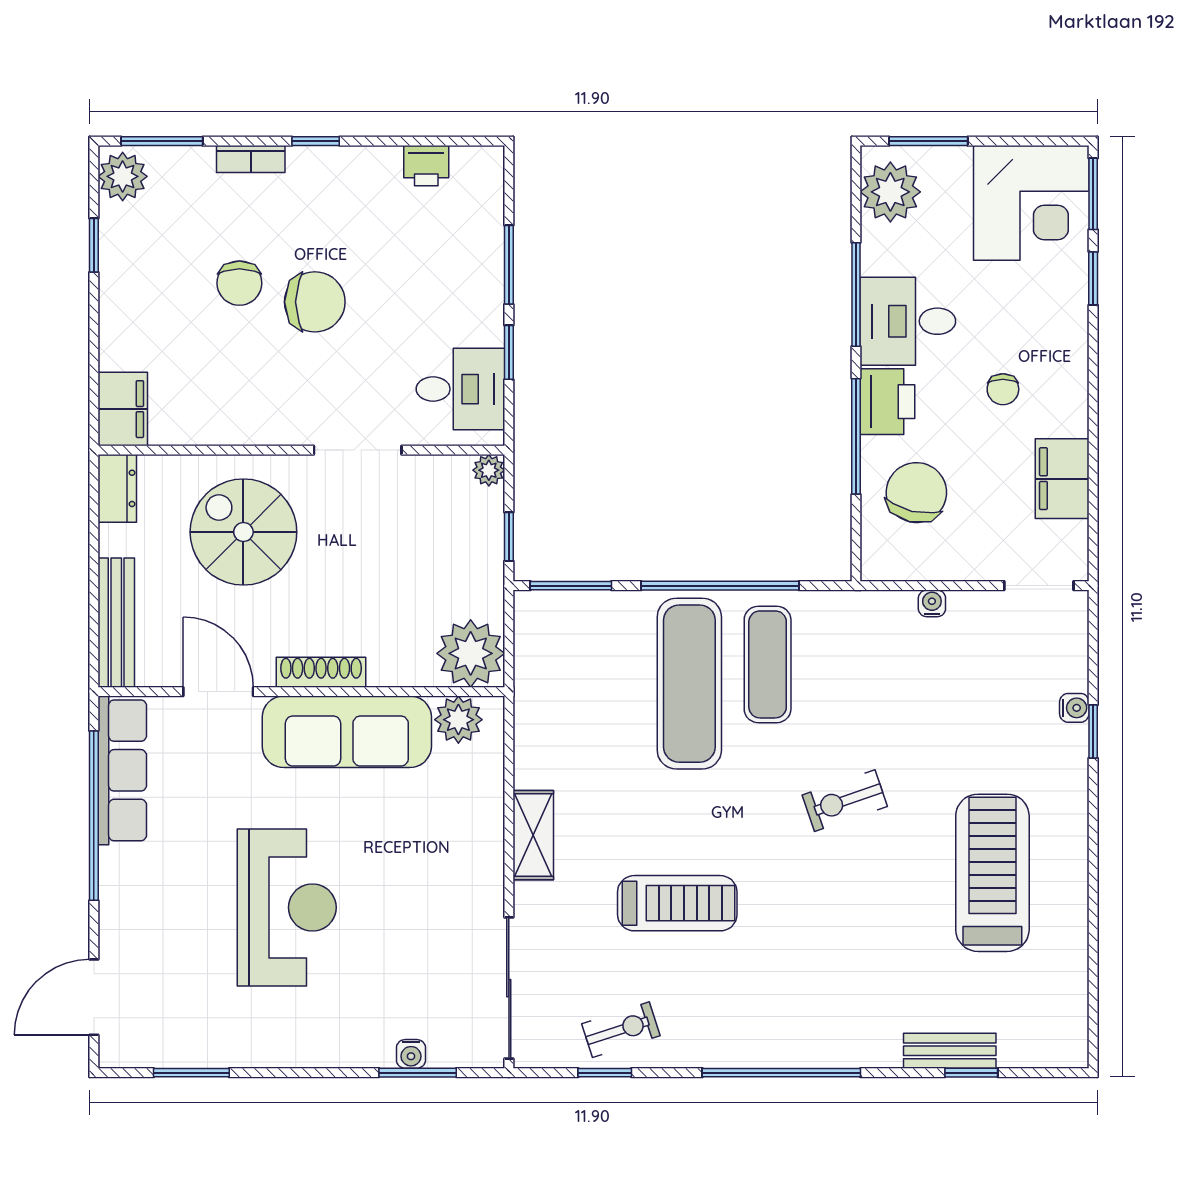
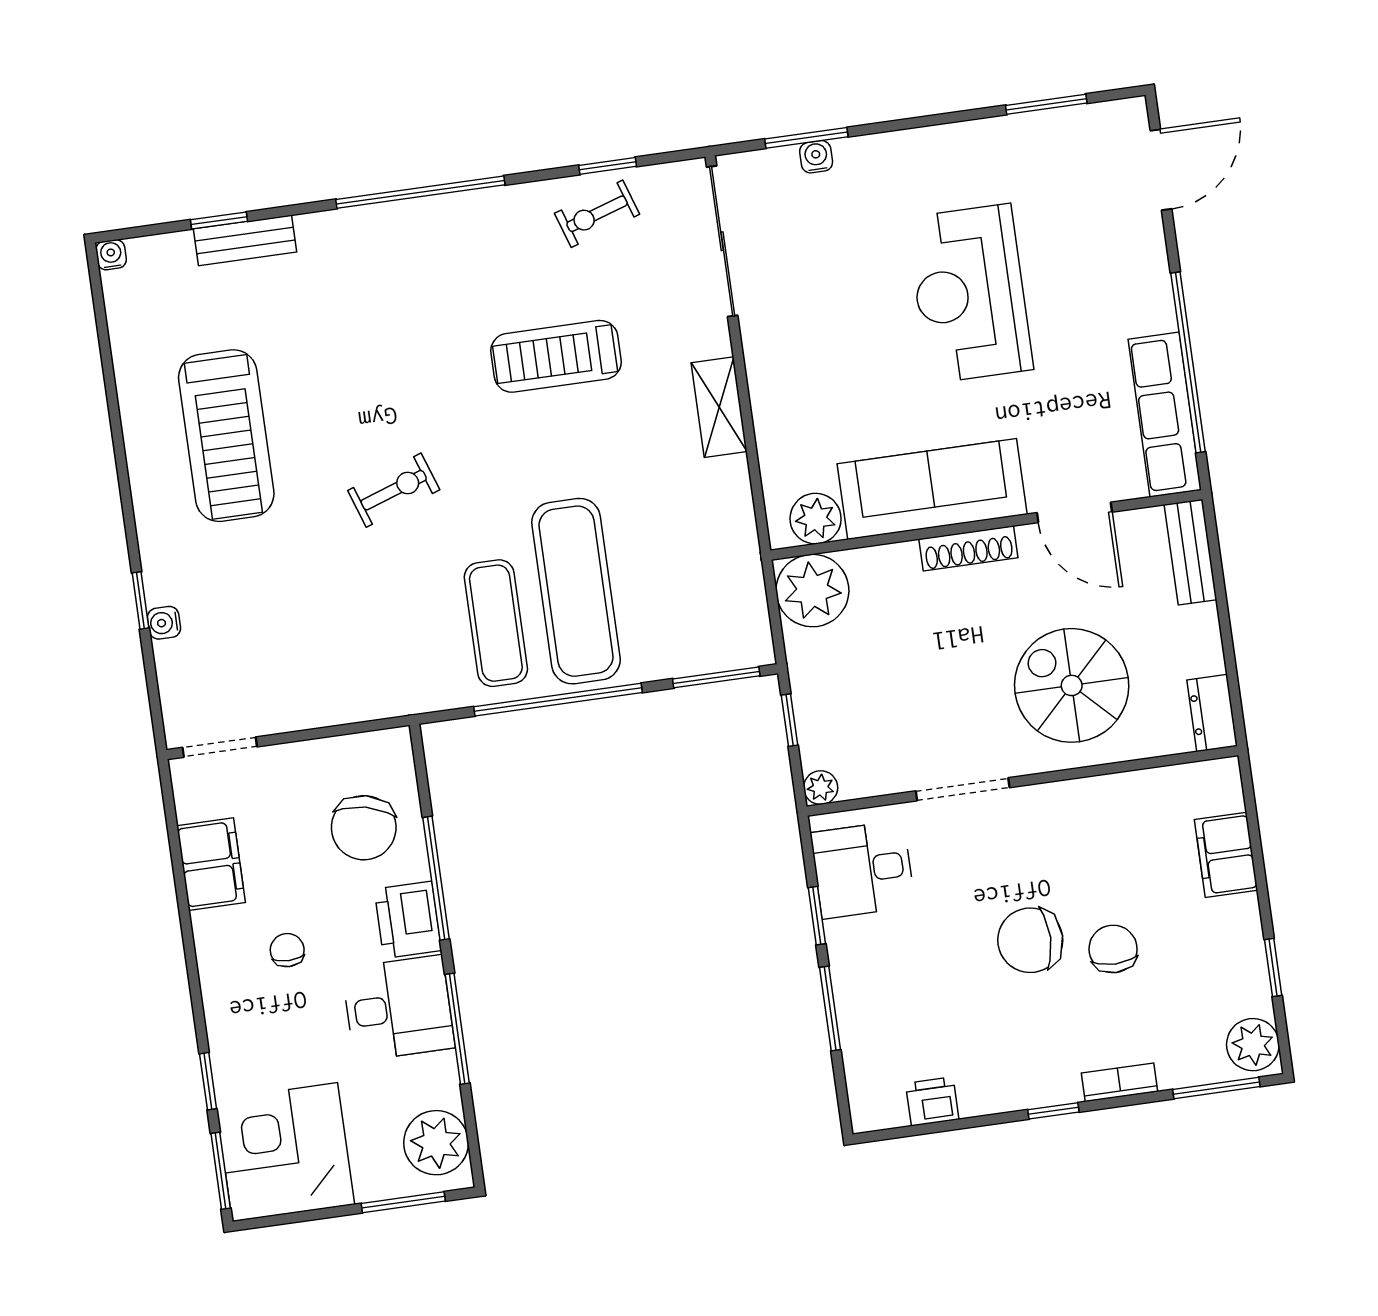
filing cabinet: (123, 409) -> (1226, 855), moved
spiral stairs: (243, 532) -> (1072, 685), turned 180
water cooler: (932, 603) -> (111, 255), moved, turned 180
bench: (116, 623) -> (1191, 552), width x0.73

